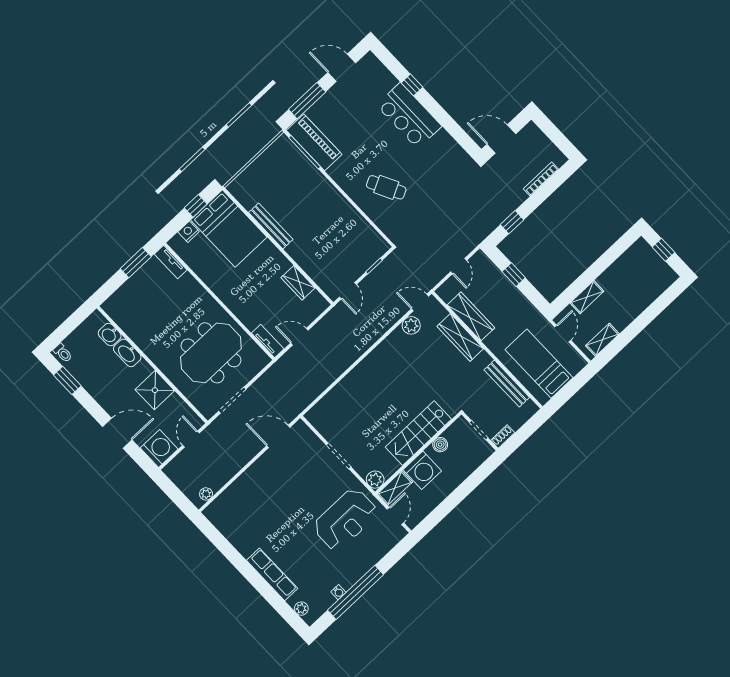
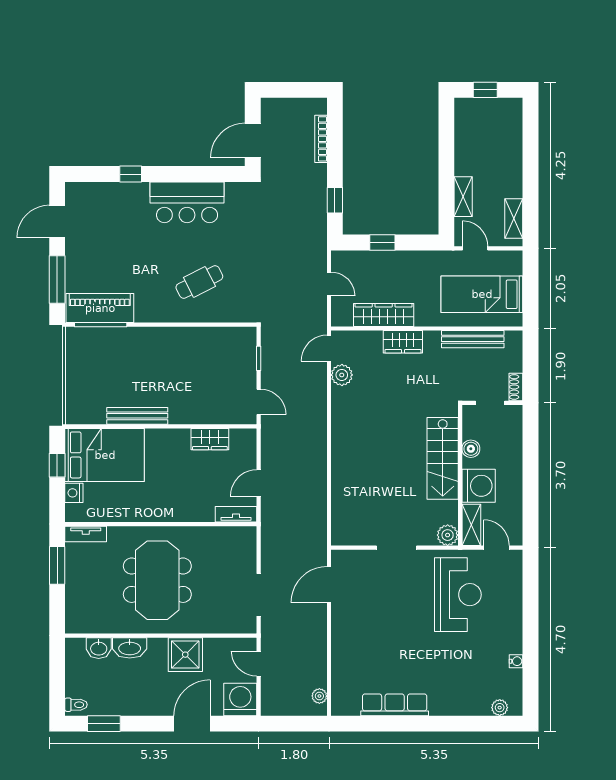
bar counter: (409, 116) -> (187, 202), moved
wardrobe: (460, 337) -> (403, 342), width x0.67
meeting table: (211, 353) -> (157, 580), moved
row of seats: (272, 574) -> (395, 705), moved
window: (355, 592) -> (530, 646), removed

